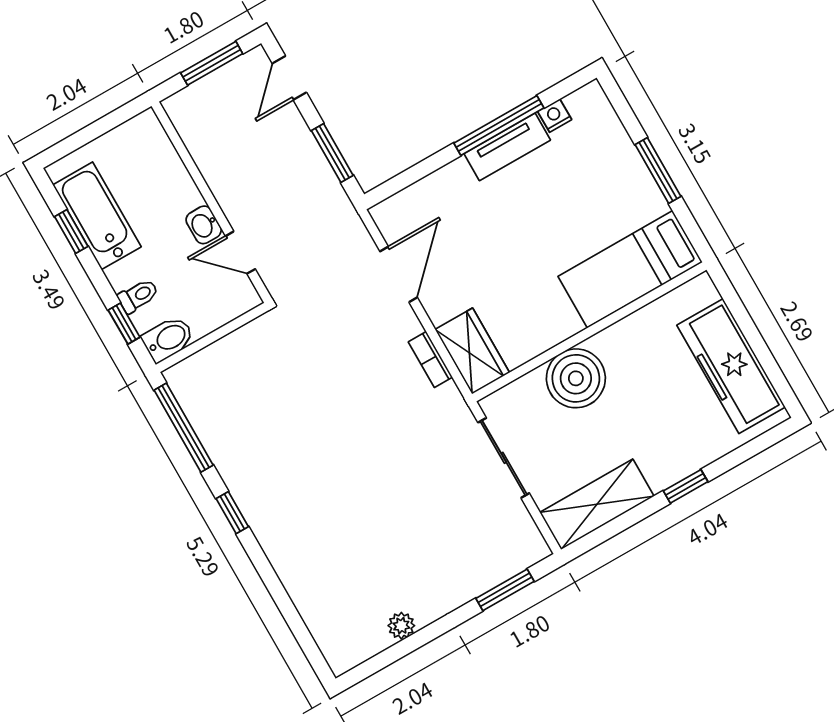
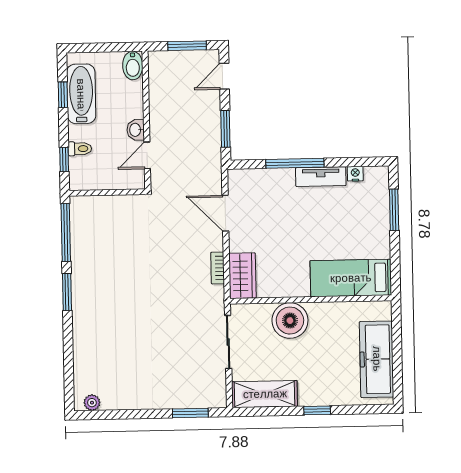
window: (499, 125) -> (295, 163), moved
window: (658, 171) -> (394, 210), moved
door: (240, 253) -> (147, 155), hinge flipped
door: (399, 274) -> (225, 213), swing flipped
bidet: (168, 339) -> (133, 66), moved, turned 90
window: (232, 513) -> (67, 292), width x1.50
plant: (401, 626) -> (92, 403), moved

